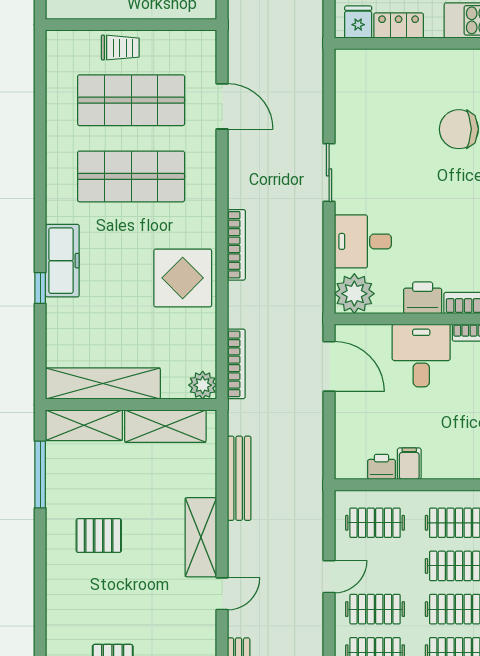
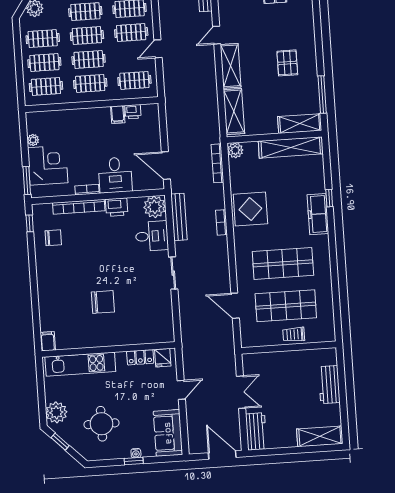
bookcase: (236, 245) -> (221, 222), width x0.64
shelving: (165, 426) -> (234, 112), moved, turned 90
bench: (239, 478) -> (179, 217), moved
pallet: (99, 536) -> (287, 63), turned 90

